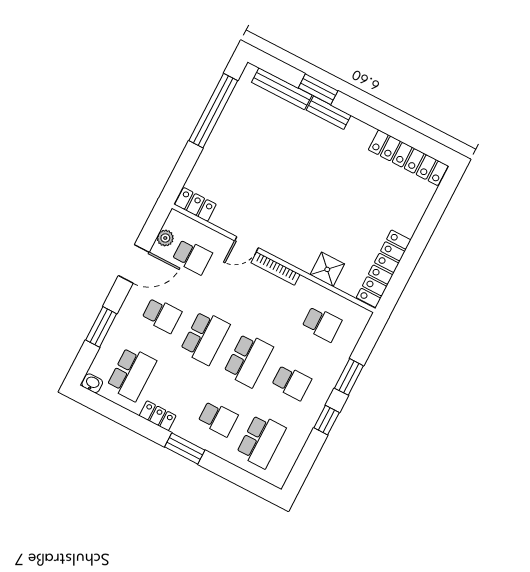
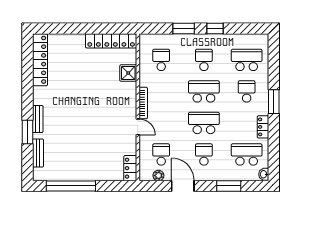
bench: (282, 89) -> (38, 153), width x0.73

